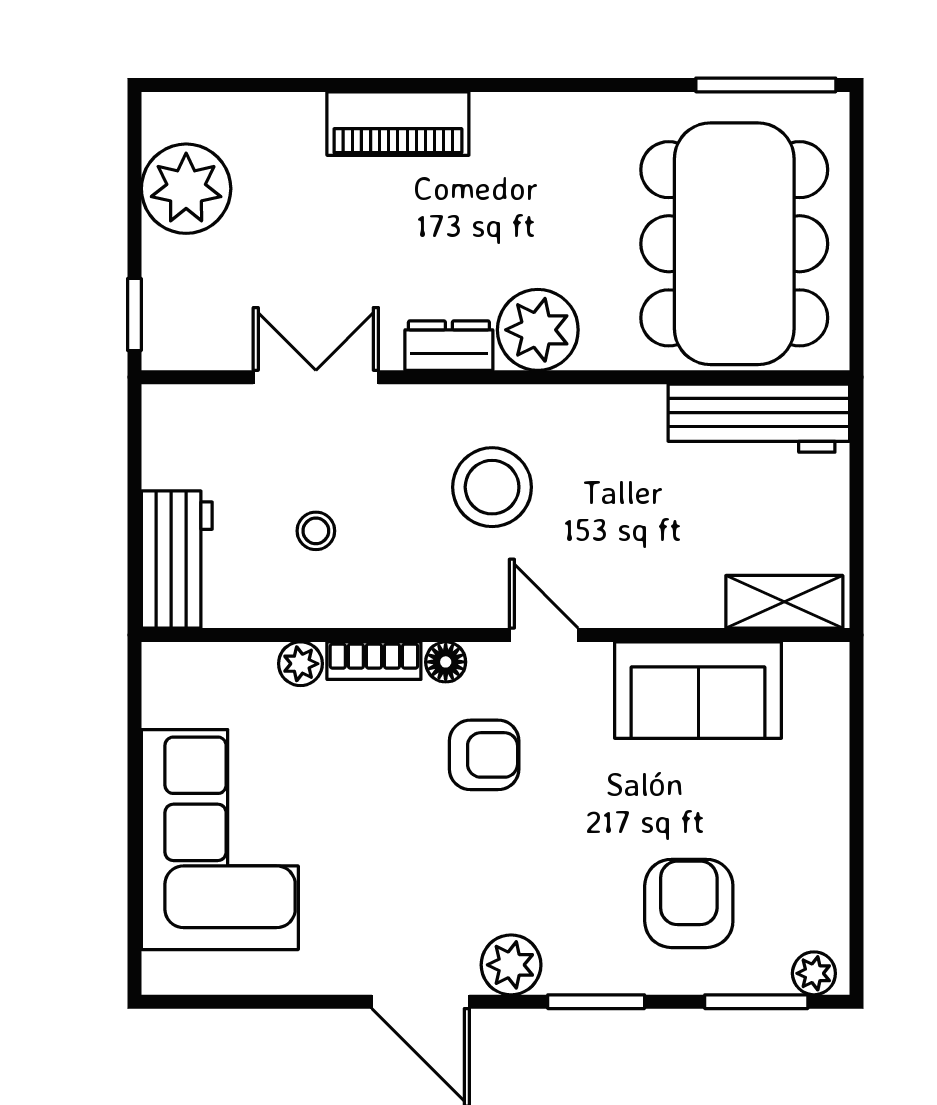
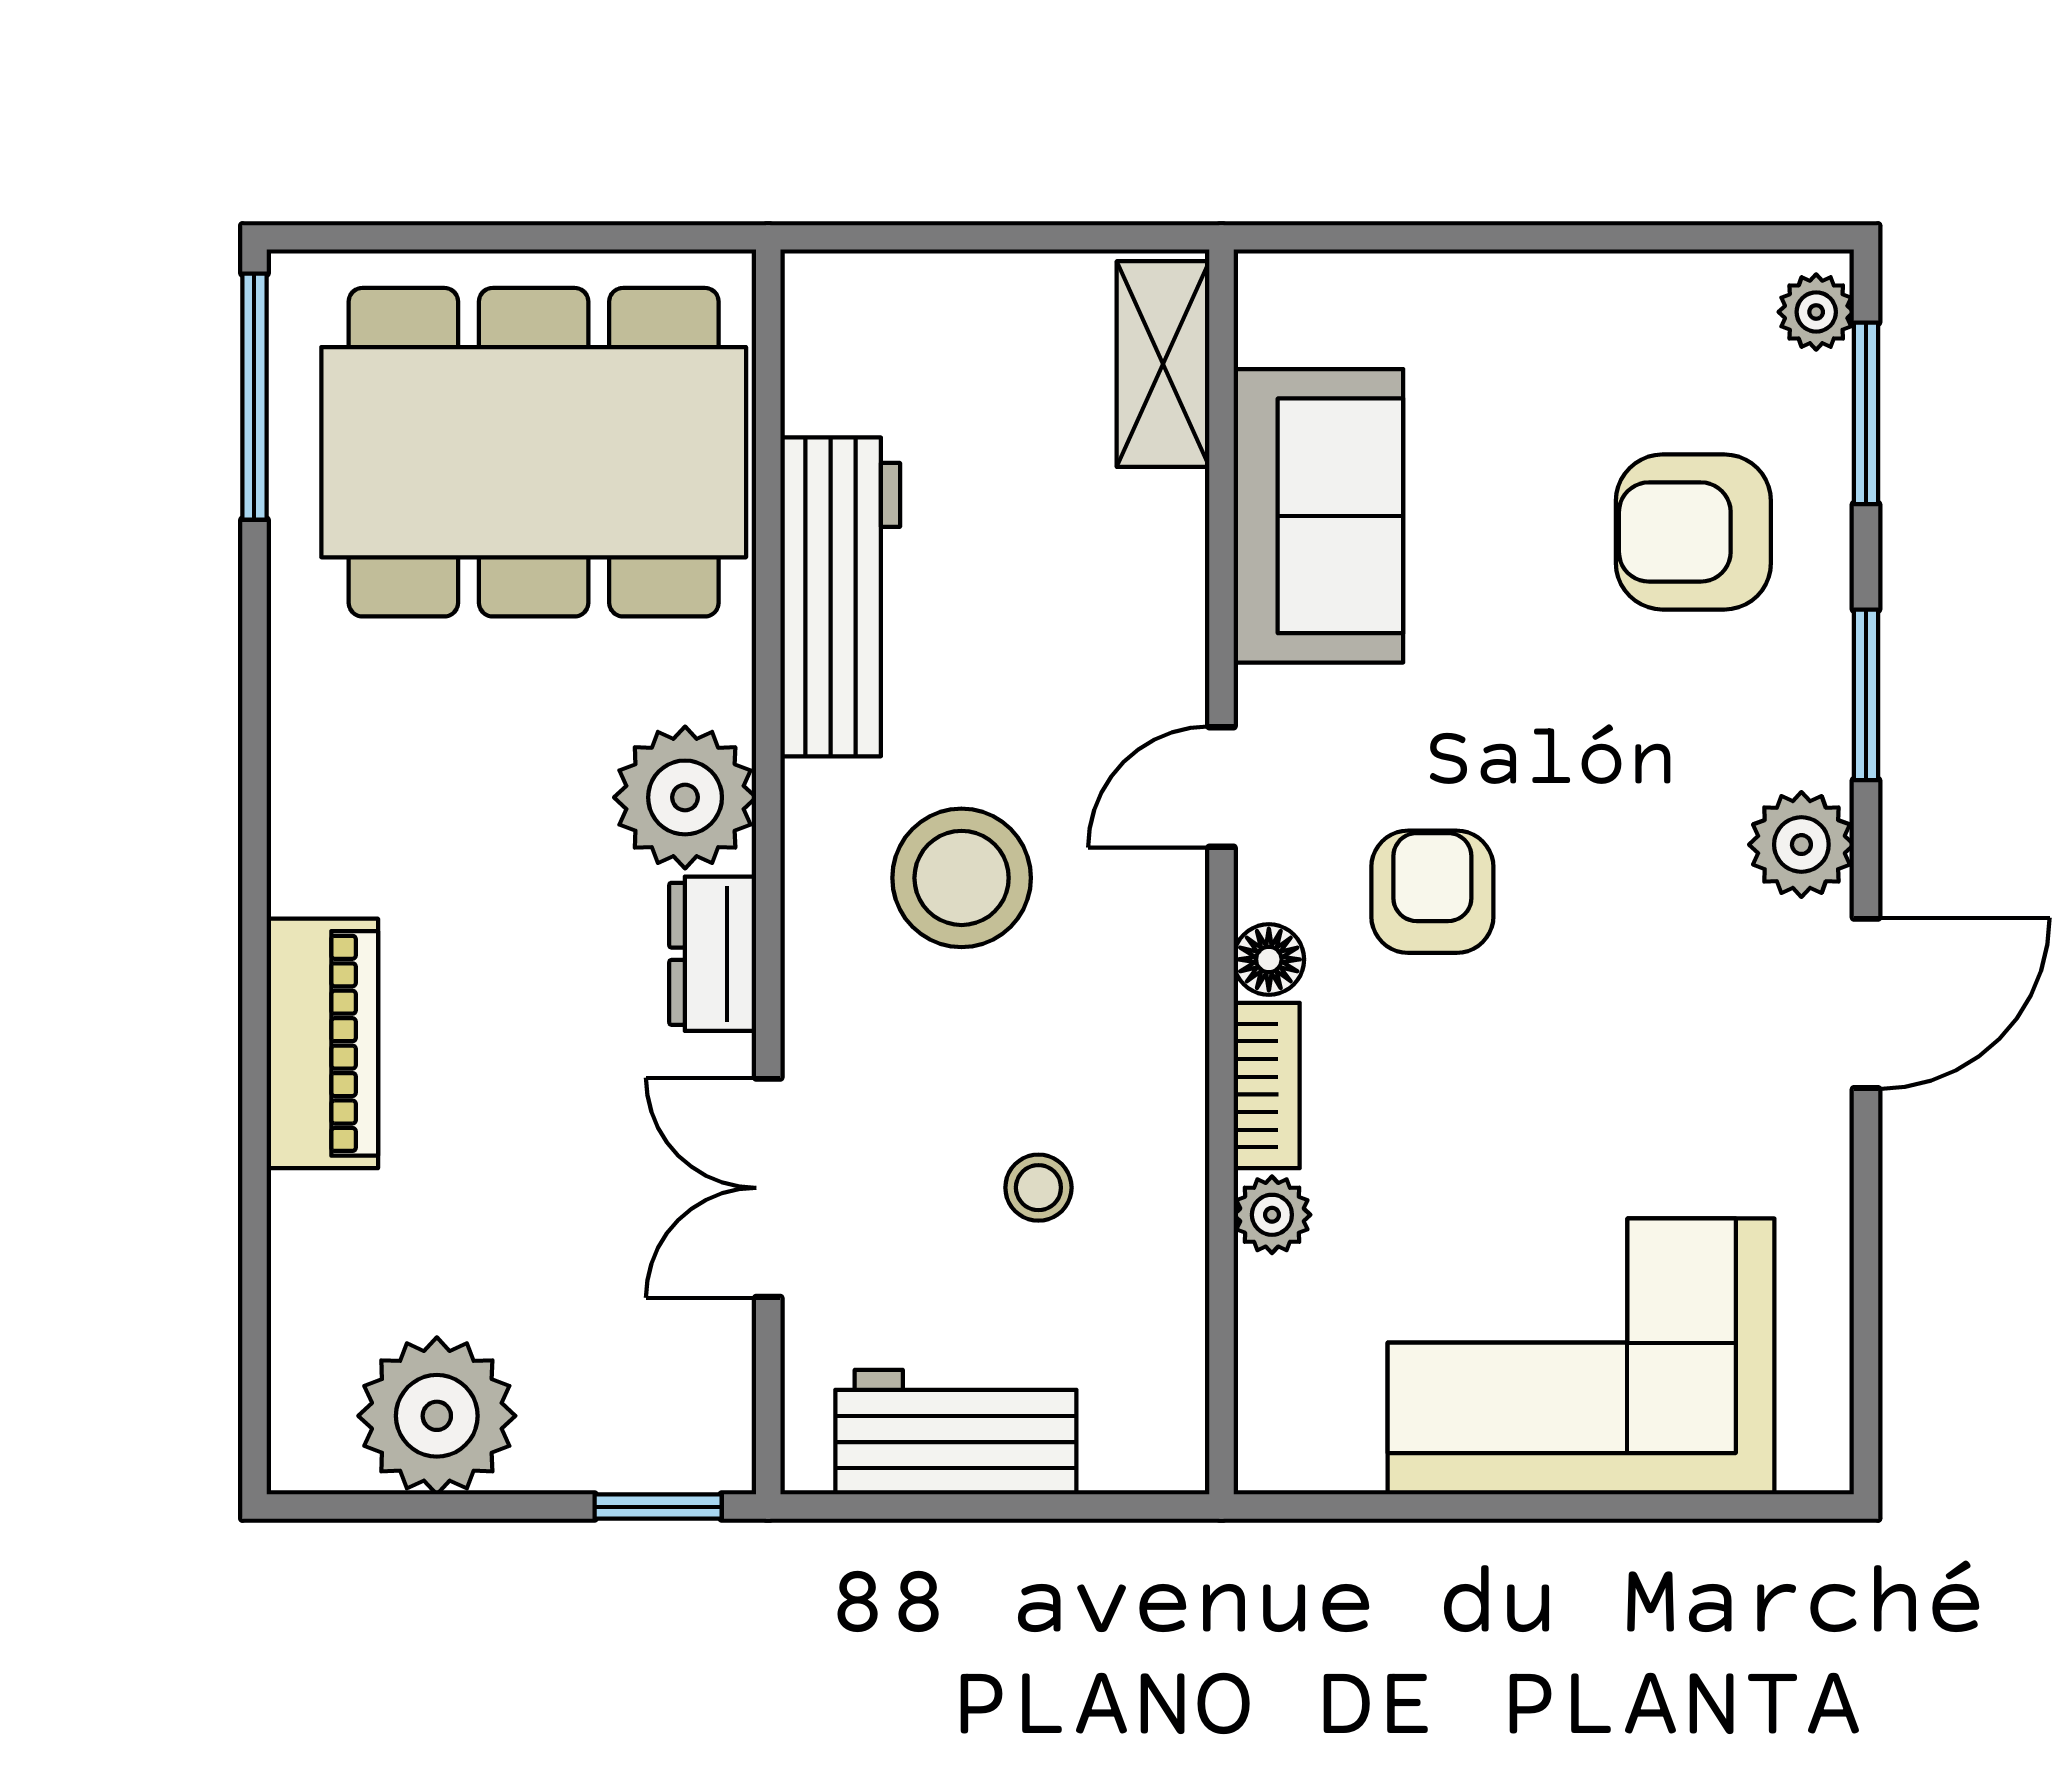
workbench: (759, 418) -> (840, 597), moved
workbench: (177, 560) -> (956, 1432), moved

